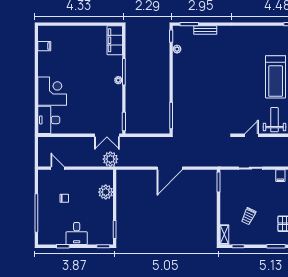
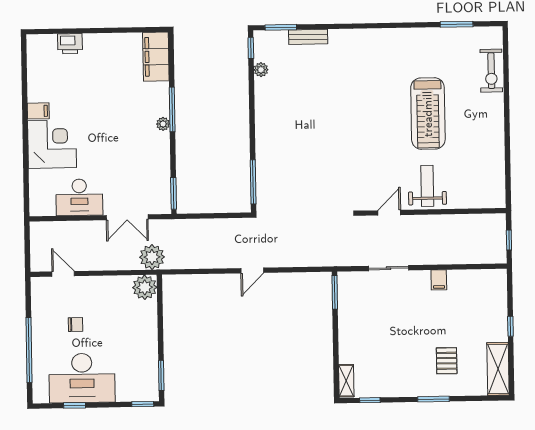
printer: (64, 32) -> (70, 44), added
filing cabinet: (44, 46) -> (38, 111), moved
desk: (49, 120) -> (79, 197), moved, turned -90
double door: (107, 135) -> (127, 217), moved
door: (170, 168) -> (252, 271), width x0.53
plant: (106, 192) -> (145, 287), moved
trolley: (248, 216) -> (386, 349), removed
desk: (77, 234) -> (82, 378), width x1.87, depth x1.30

